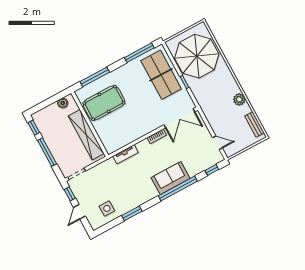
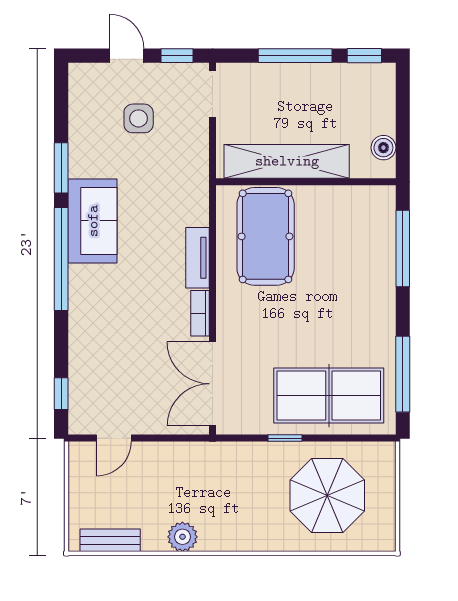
parasol: (197, 56) -> (327, 495), width x0.73, depth x0.73
pool table: (104, 103) -> (266, 236), moved
tv unit: (126, 154) -> (198, 258), moved
sofa: (171, 178) -> (93, 221), moved
window: (178, 188) -> (61, 259), moved
side table: (107, 208) -> (139, 118), moved

